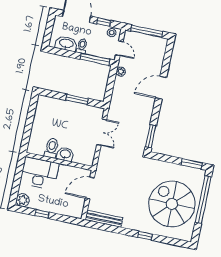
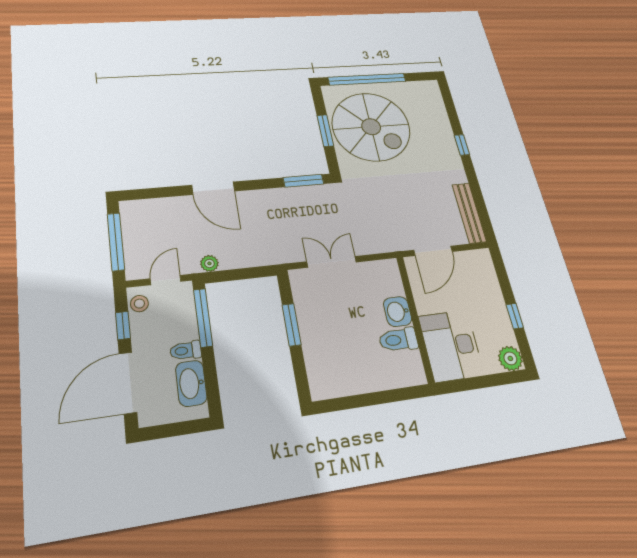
window: (191, 164) -> (325, 131), moved
door: (90, 188) -> (433, 251), hinge flipped
spiral stairs: (172, 204) -> (371, 127), moved, turned -90

